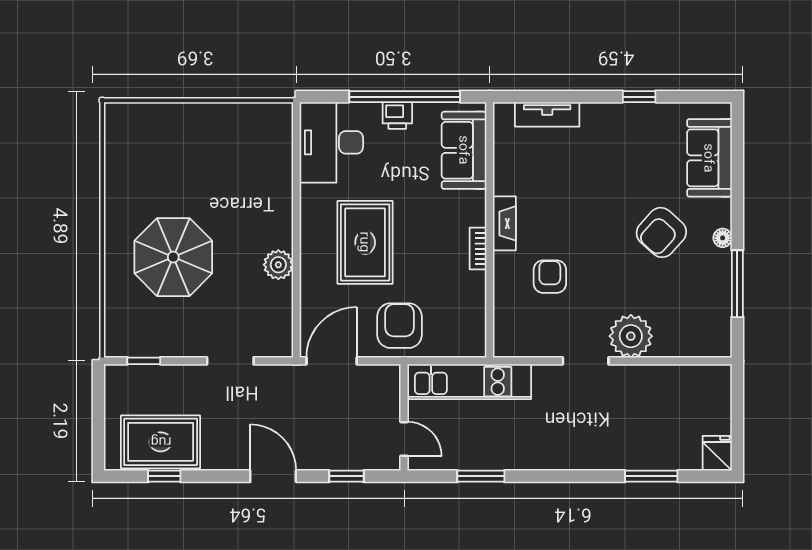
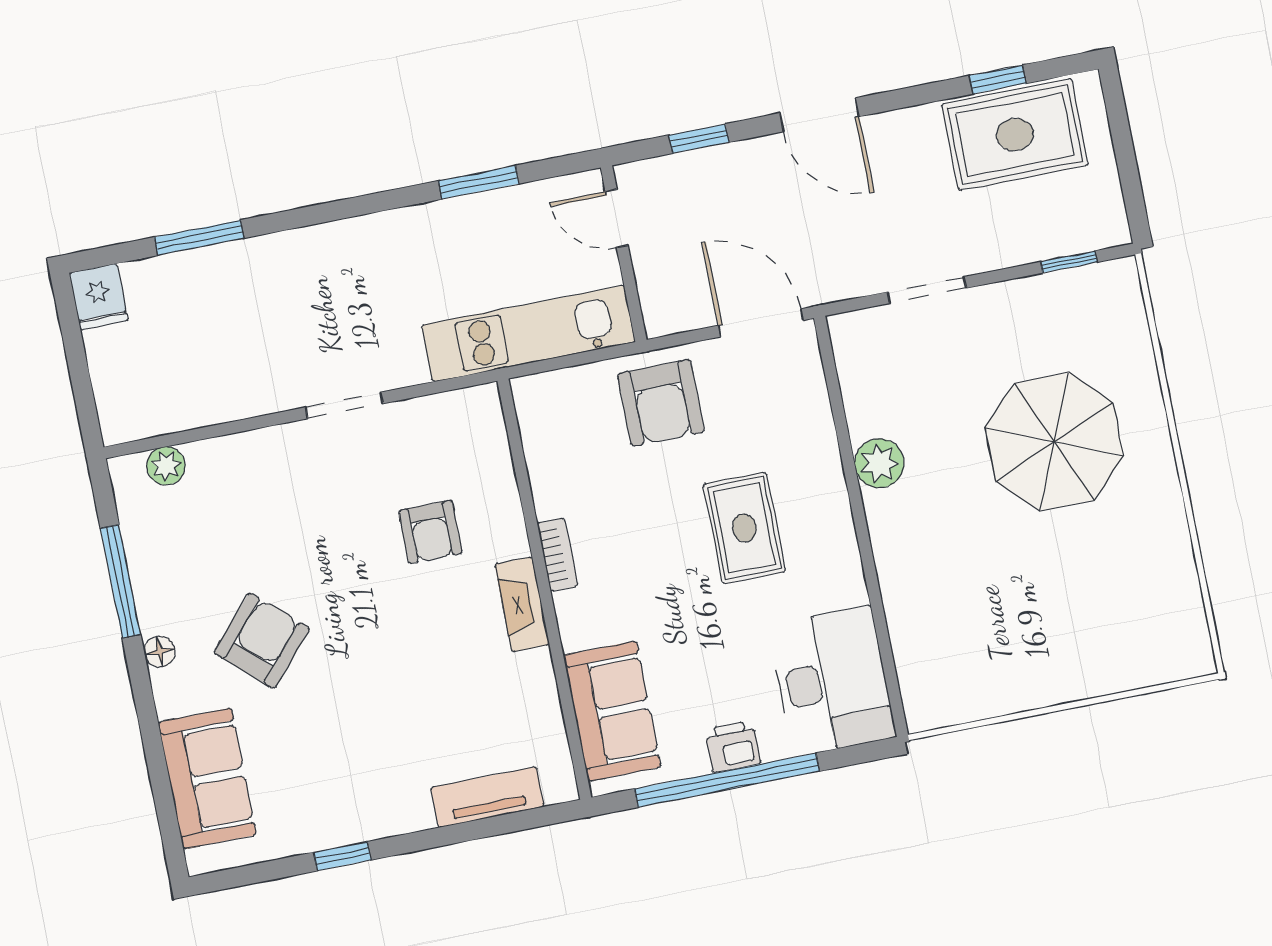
rug: (365, 242) -> (744, 528), width x0.73, depth x0.70
plant: (631, 336) -> (166, 466), moved, width x0.53, depth x0.53
door: (332, 361) -> (761, 323), swing flipped

